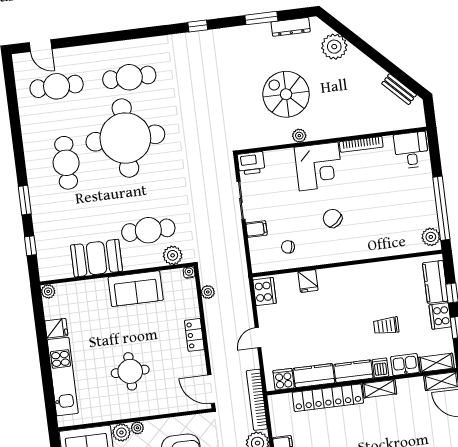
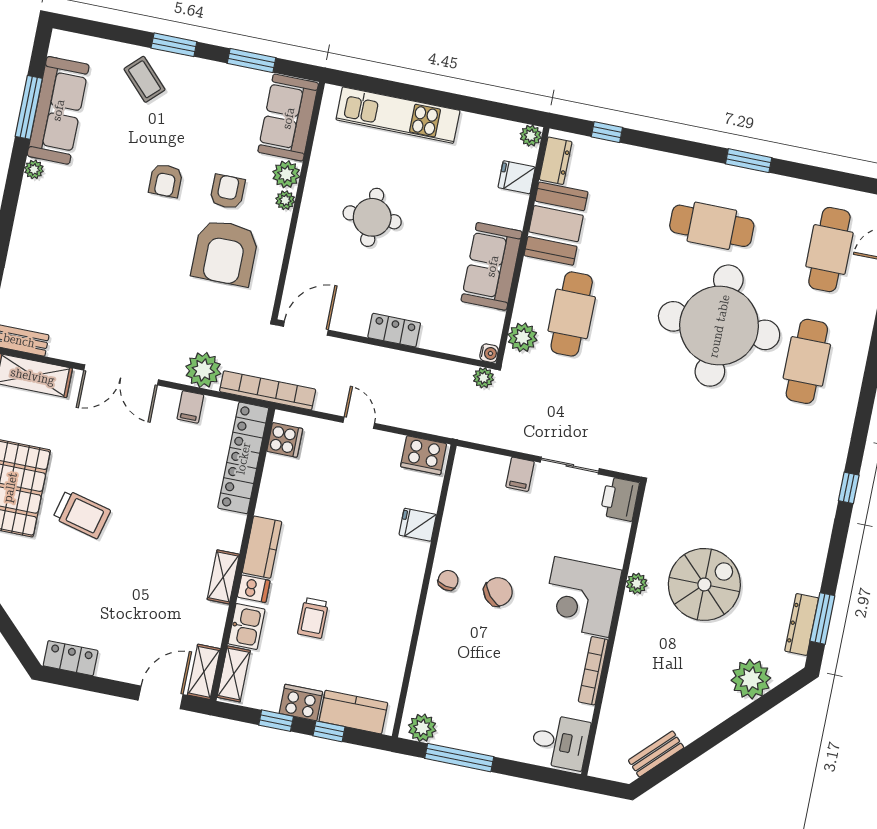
window: (261, 18) -> (822, 618), moved
window: (25, 200) -> (749, 161), moved
window: (441, 208) -> (459, 758), width x0.68
chair: (288, 247) -> (448, 580), moved
dresser: (58, 271) -> (556, 161), added
plant: (208, 292) -> (483, 378), moved
trolley: (386, 326) -> (313, 618), turned 180
fridge: (56, 328) -> (517, 177), moved, turned 90
kitchen counter: (314, 376) -> (275, 487), removed
locker: (328, 398) -> (243, 458), moved

